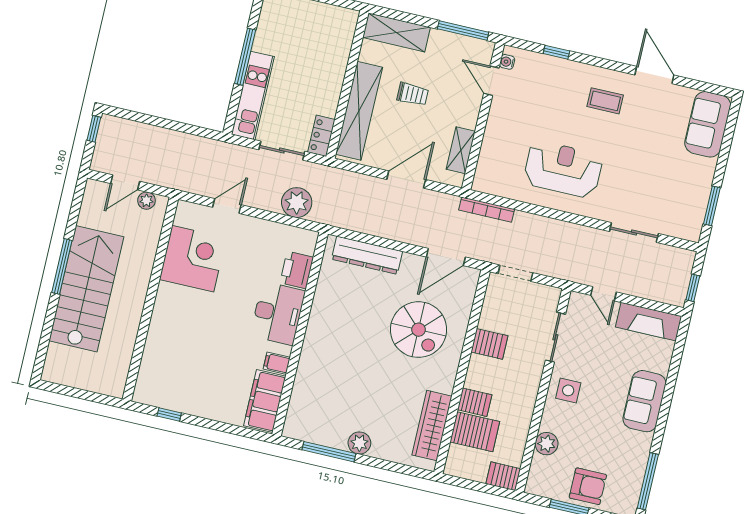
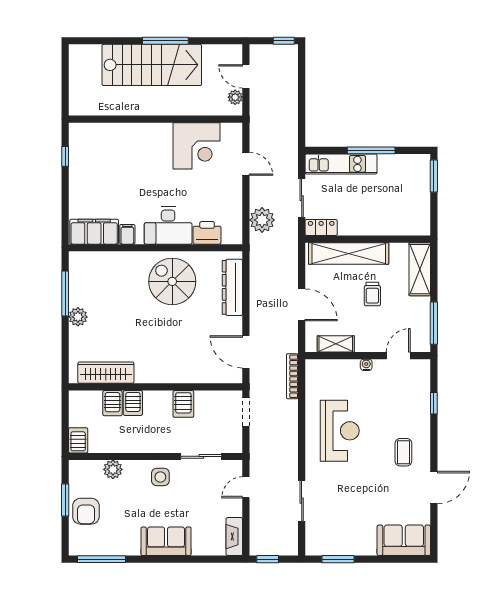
water cooler: (507, 62) -> (366, 365), moved
fireplace: (649, 322) -> (234, 537), width x0.73, depth x0.76
spiral stairs: (419, 330) -> (172, 281), moved, turned 90
server rack: (475, 432) -> (112, 403), width x0.73, depth x0.70

